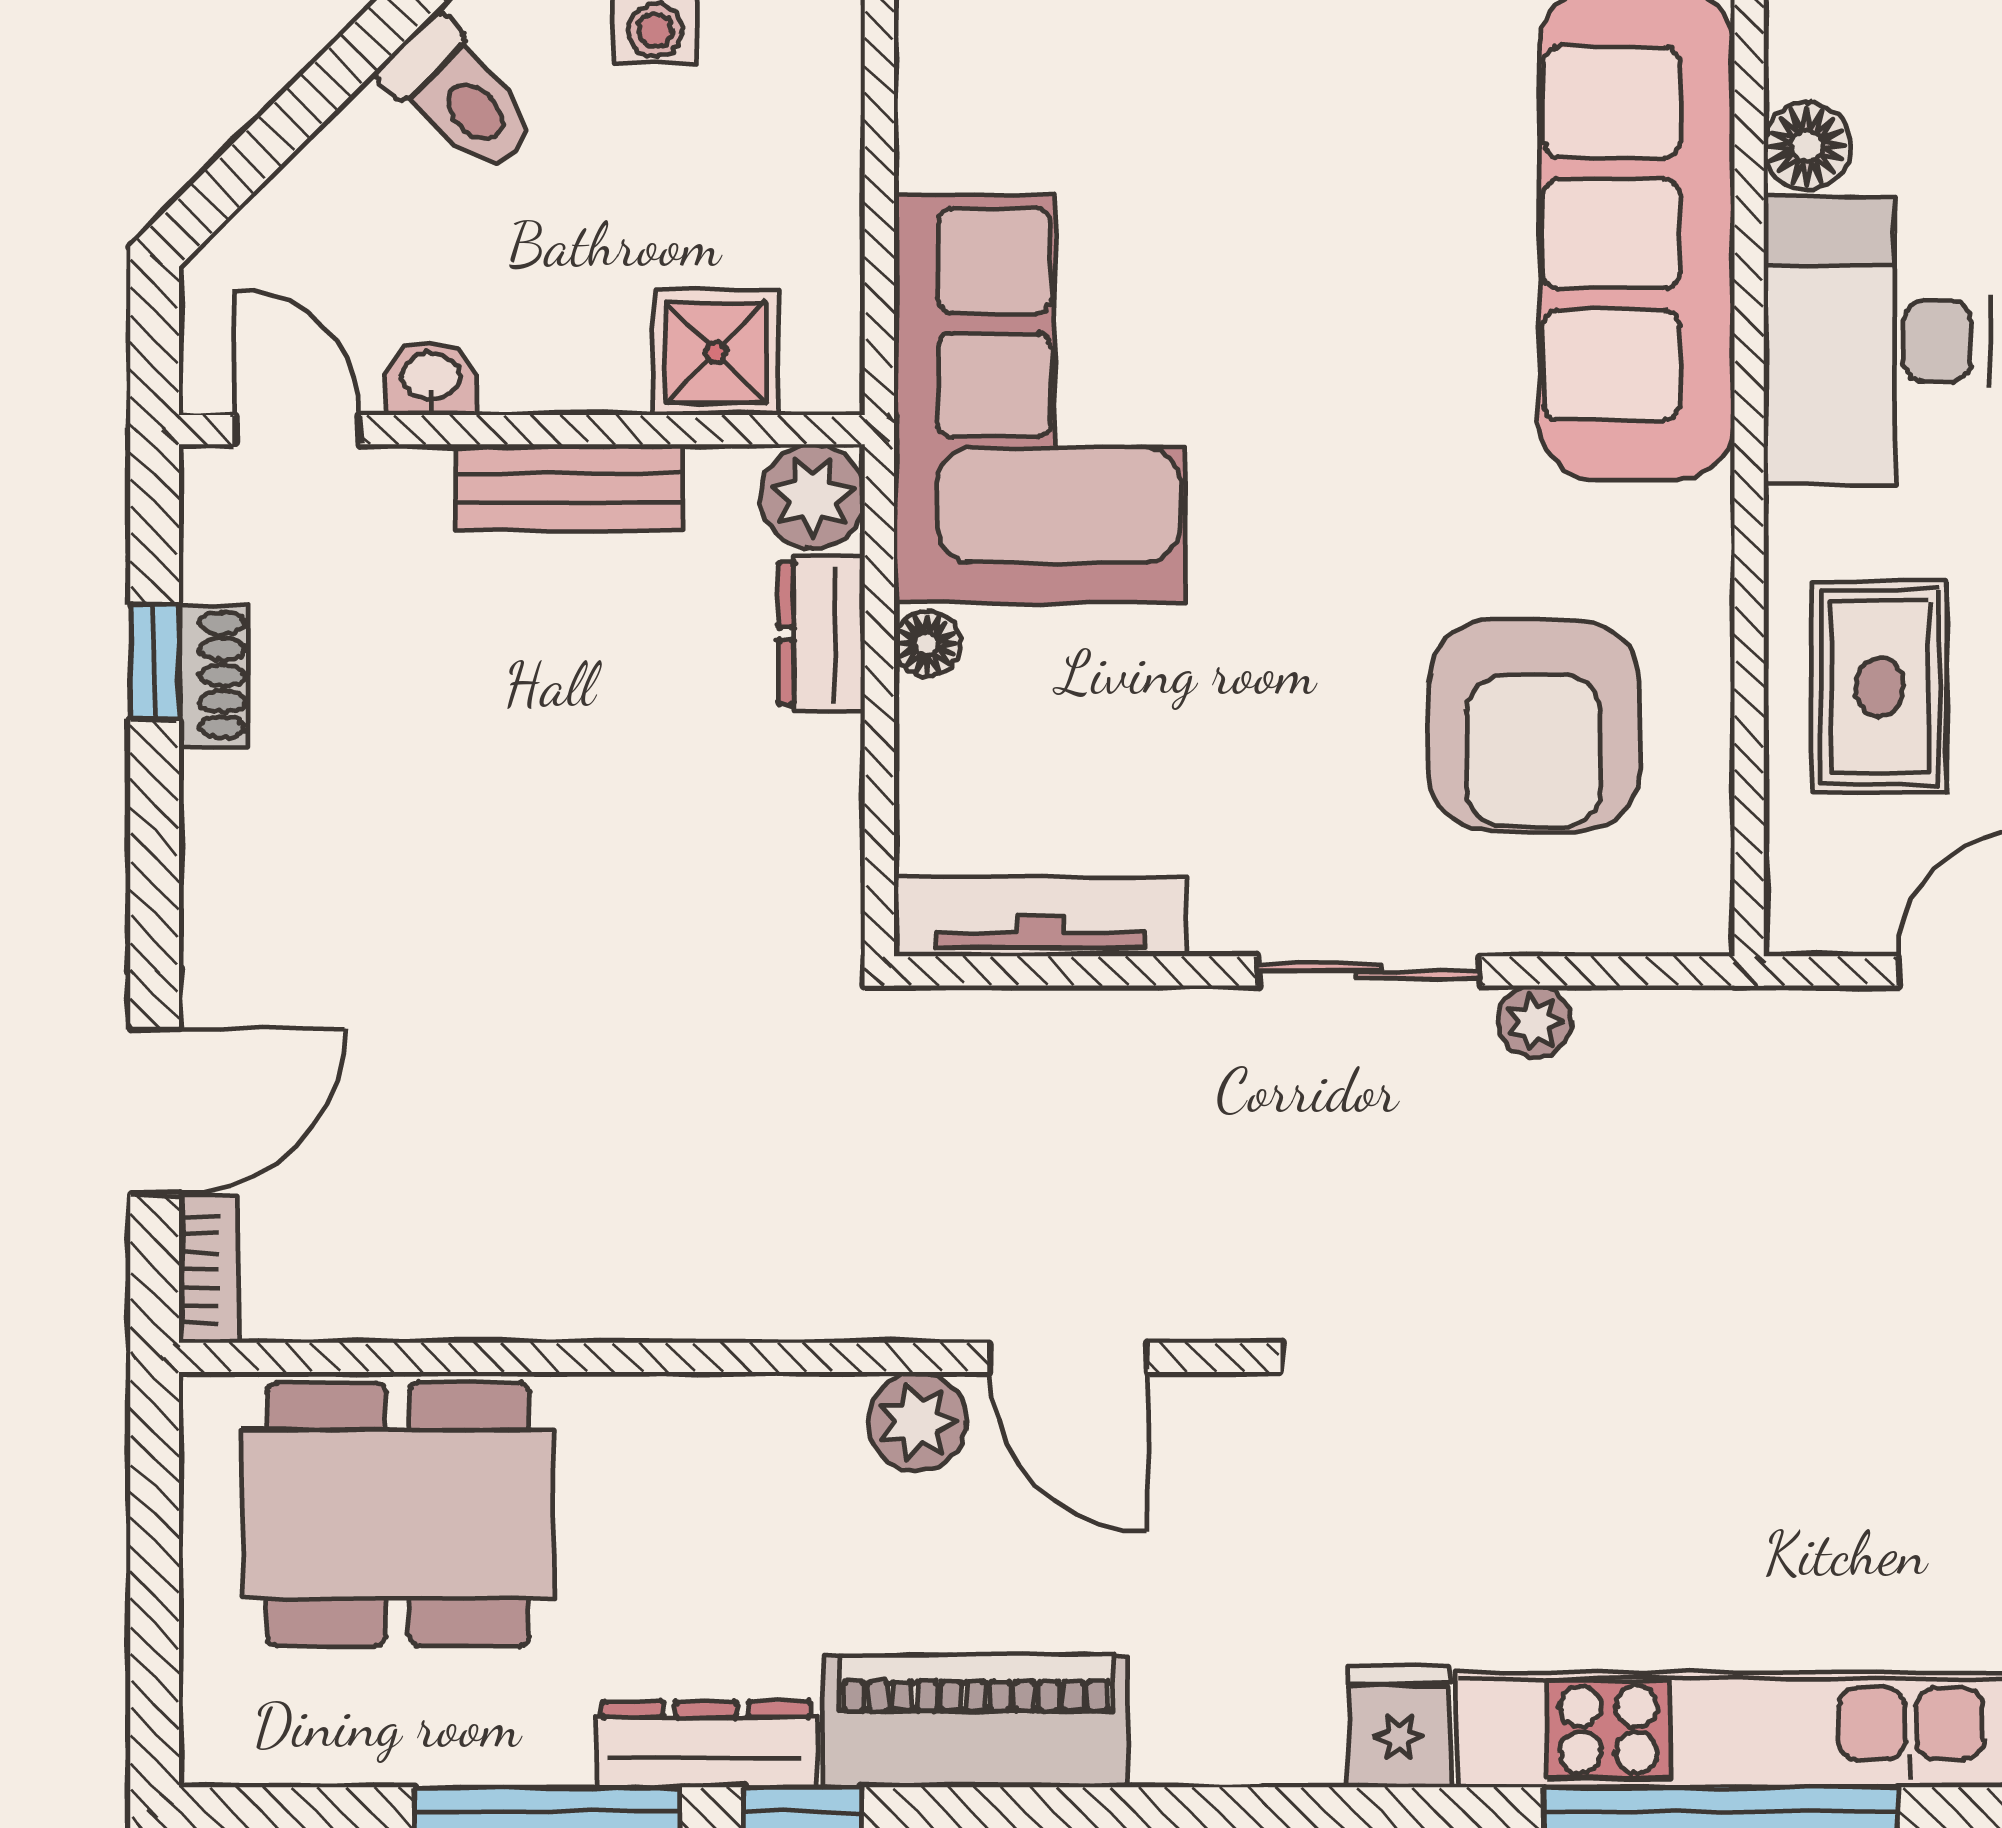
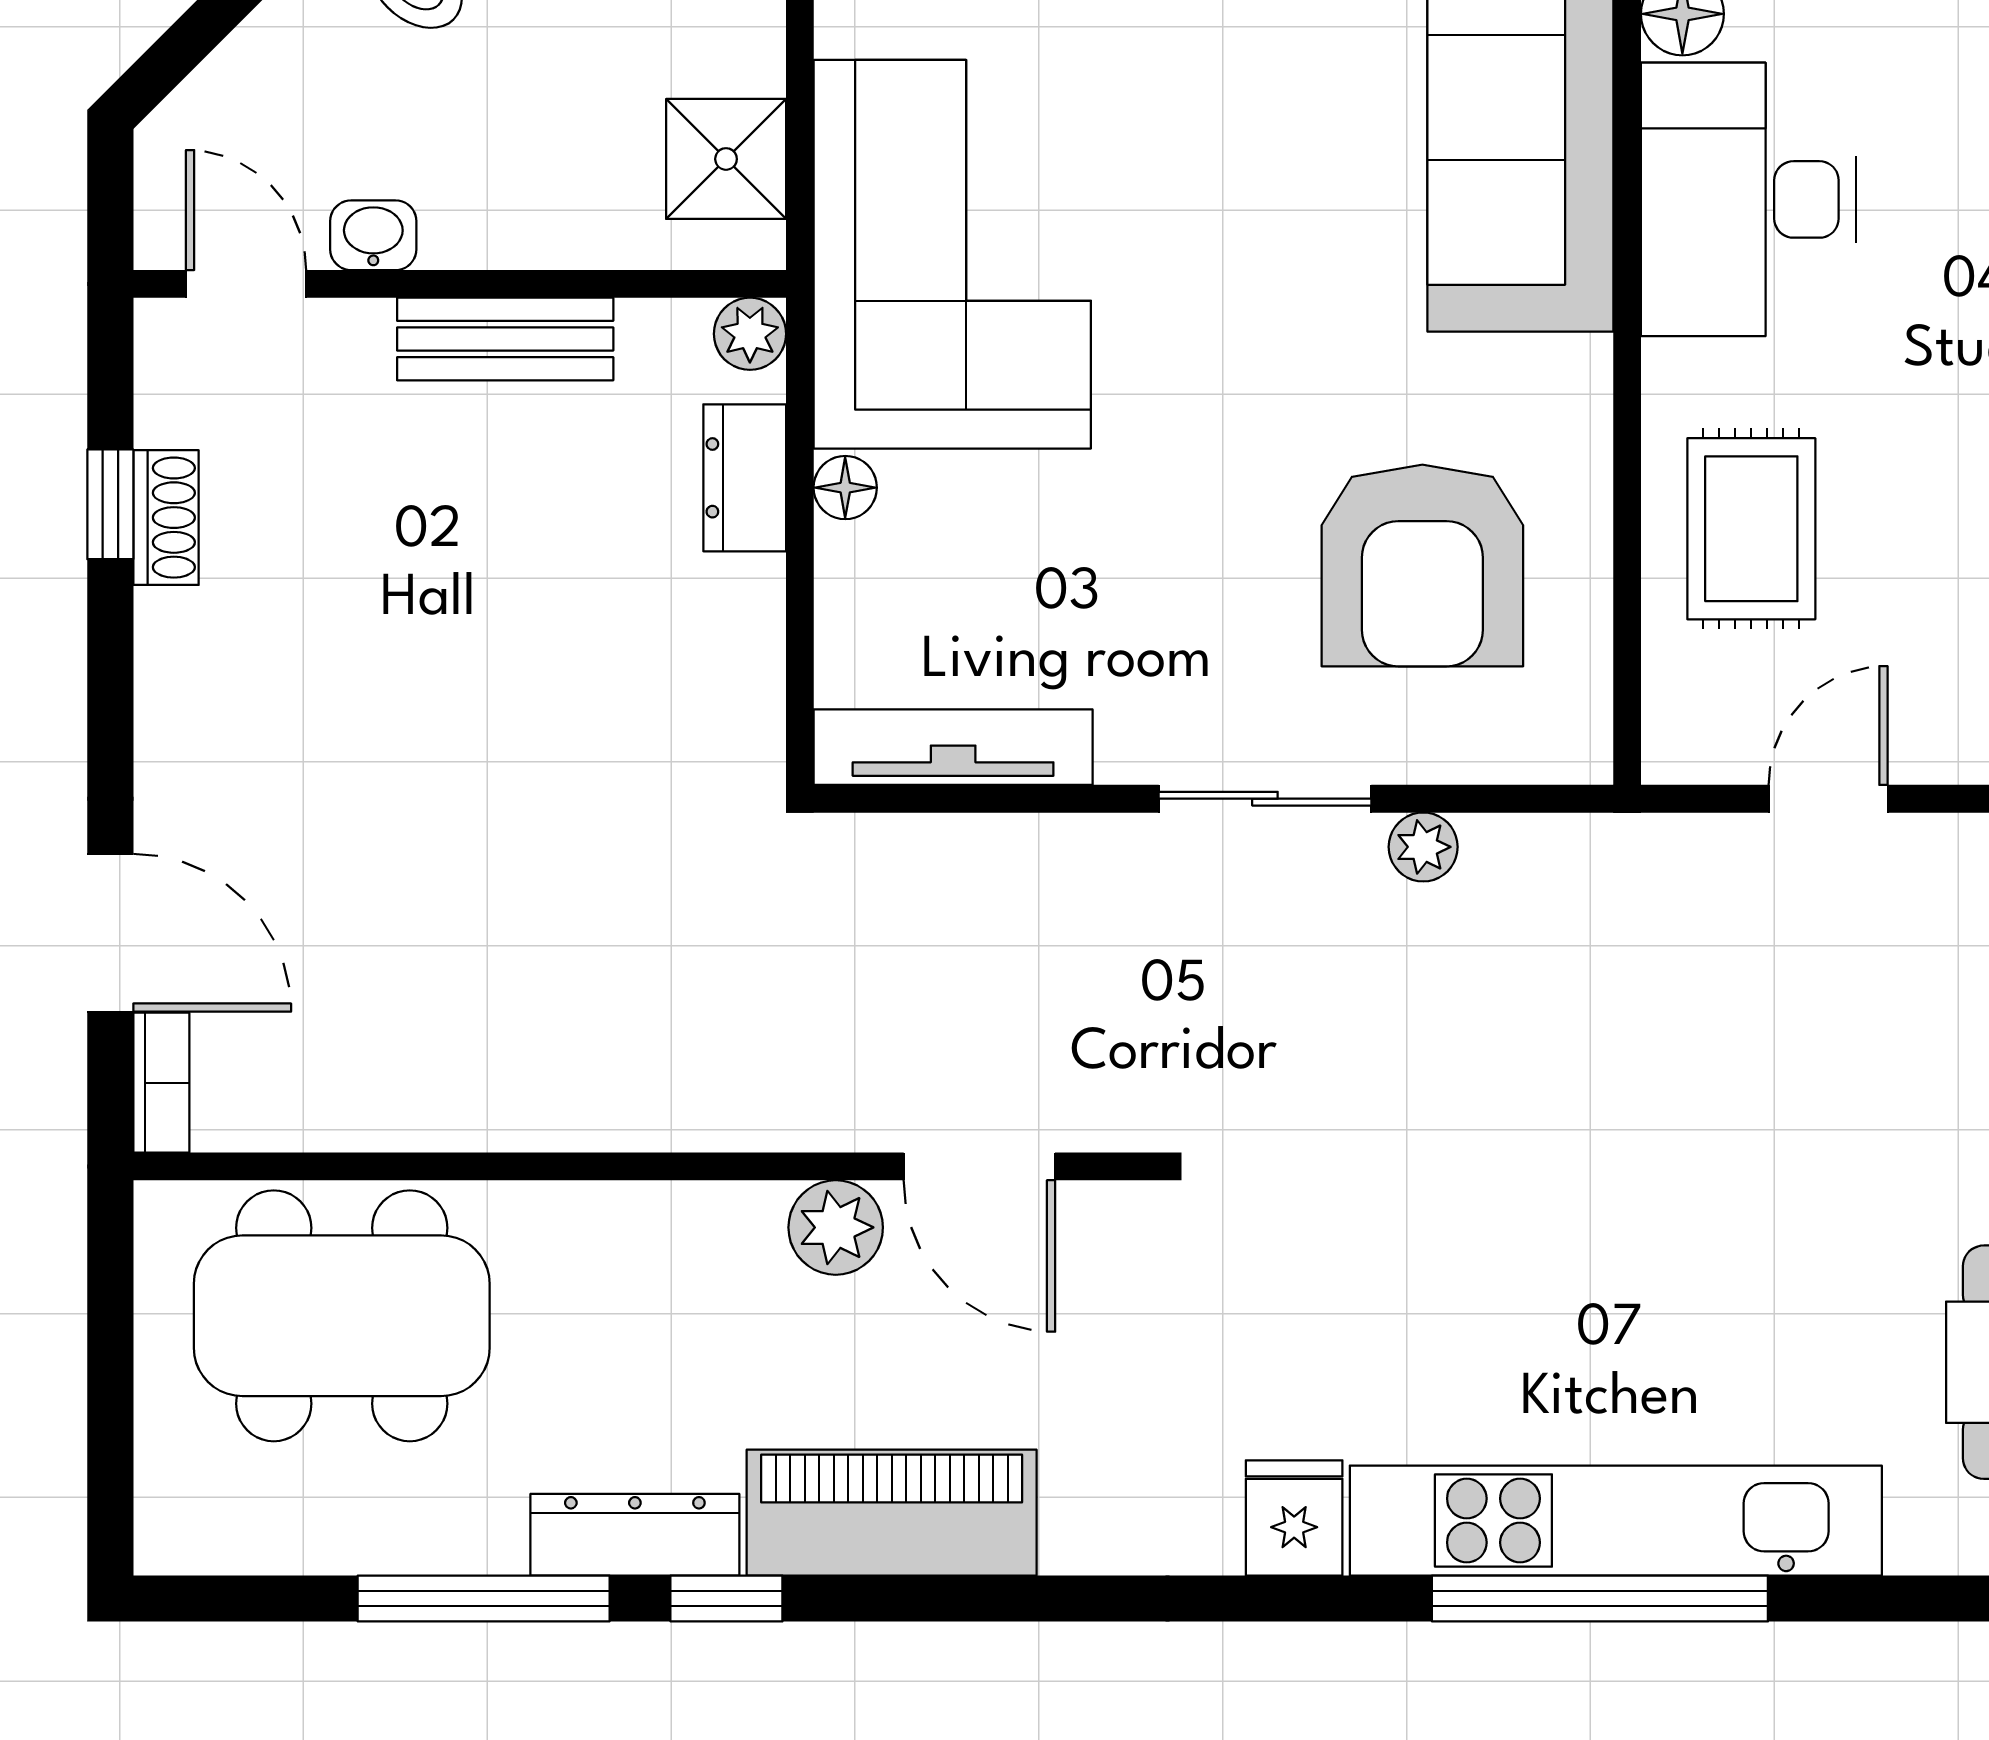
shower: (716, 352) -> (726, 159), moved
plant: (813, 496) -> (750, 334), width x0.73, depth x0.73
door: (155, 1112) -> (110, 933), hinge flipped

